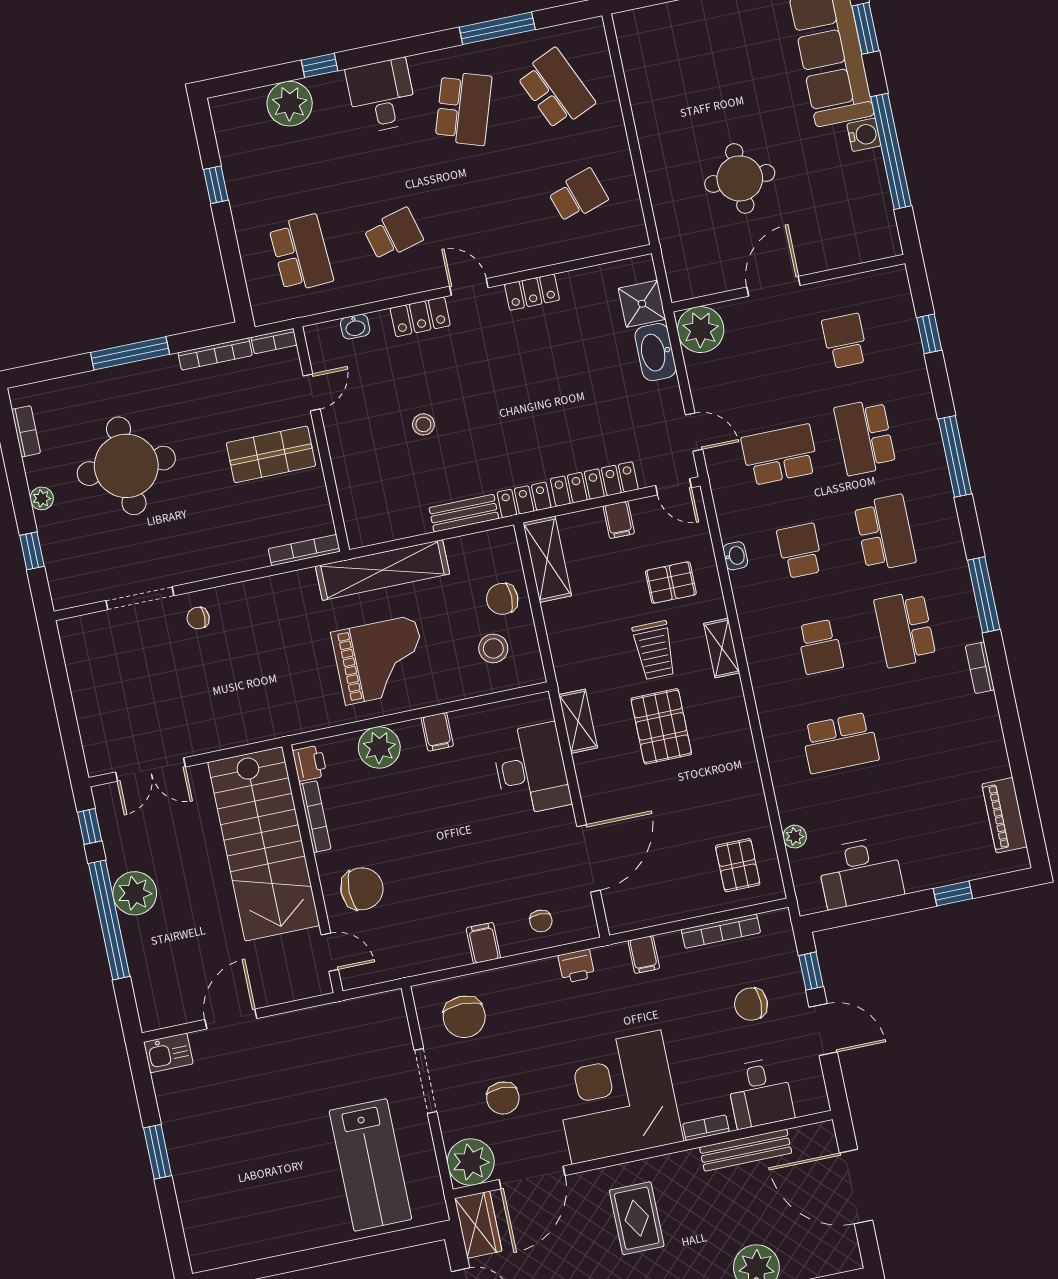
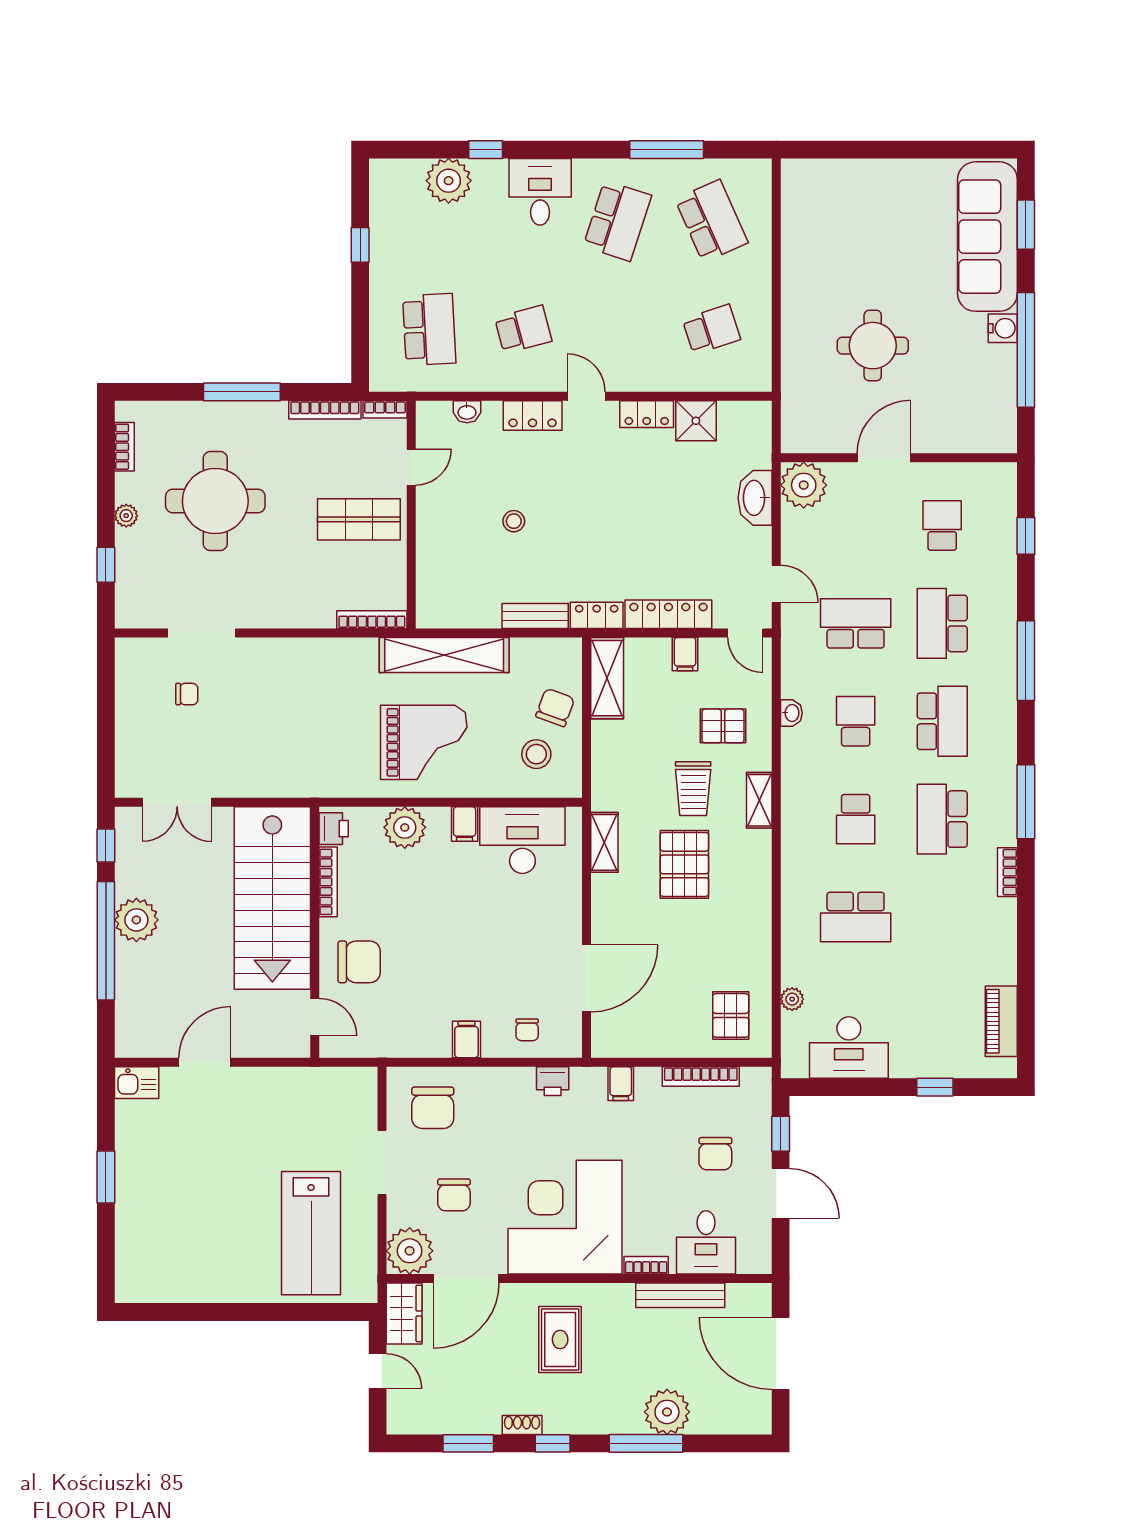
shower: (642, 304) -> (696, 421), moved
chair: (502, 599) -> (555, 707), turned 110
chair: (198, 618) -> (187, 694), moved, turned 180
desk: (531, 769) -> (522, 840), moved, turned -90
chair: (751, 1004) -> (715, 1154), turned -90

